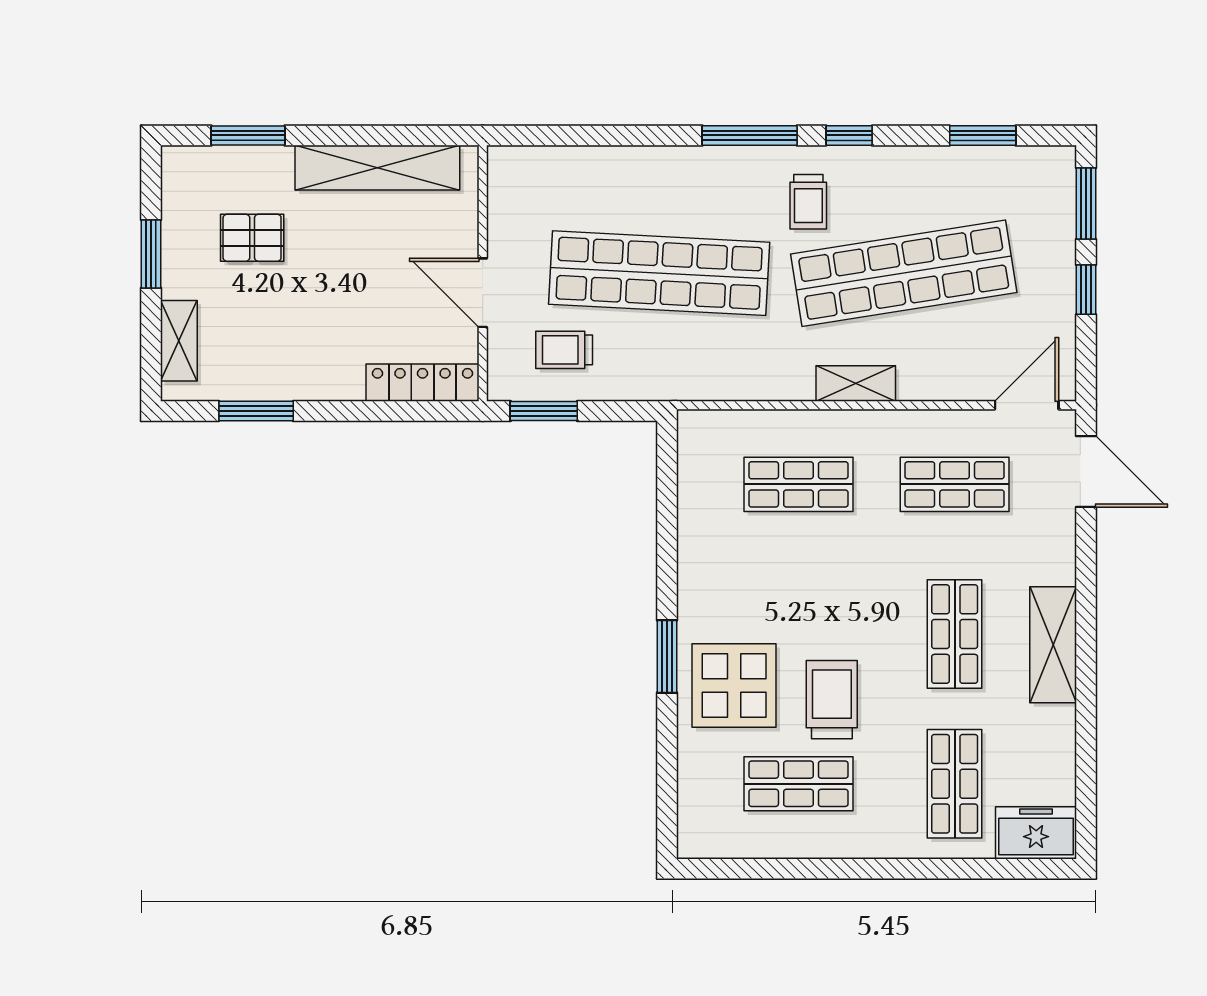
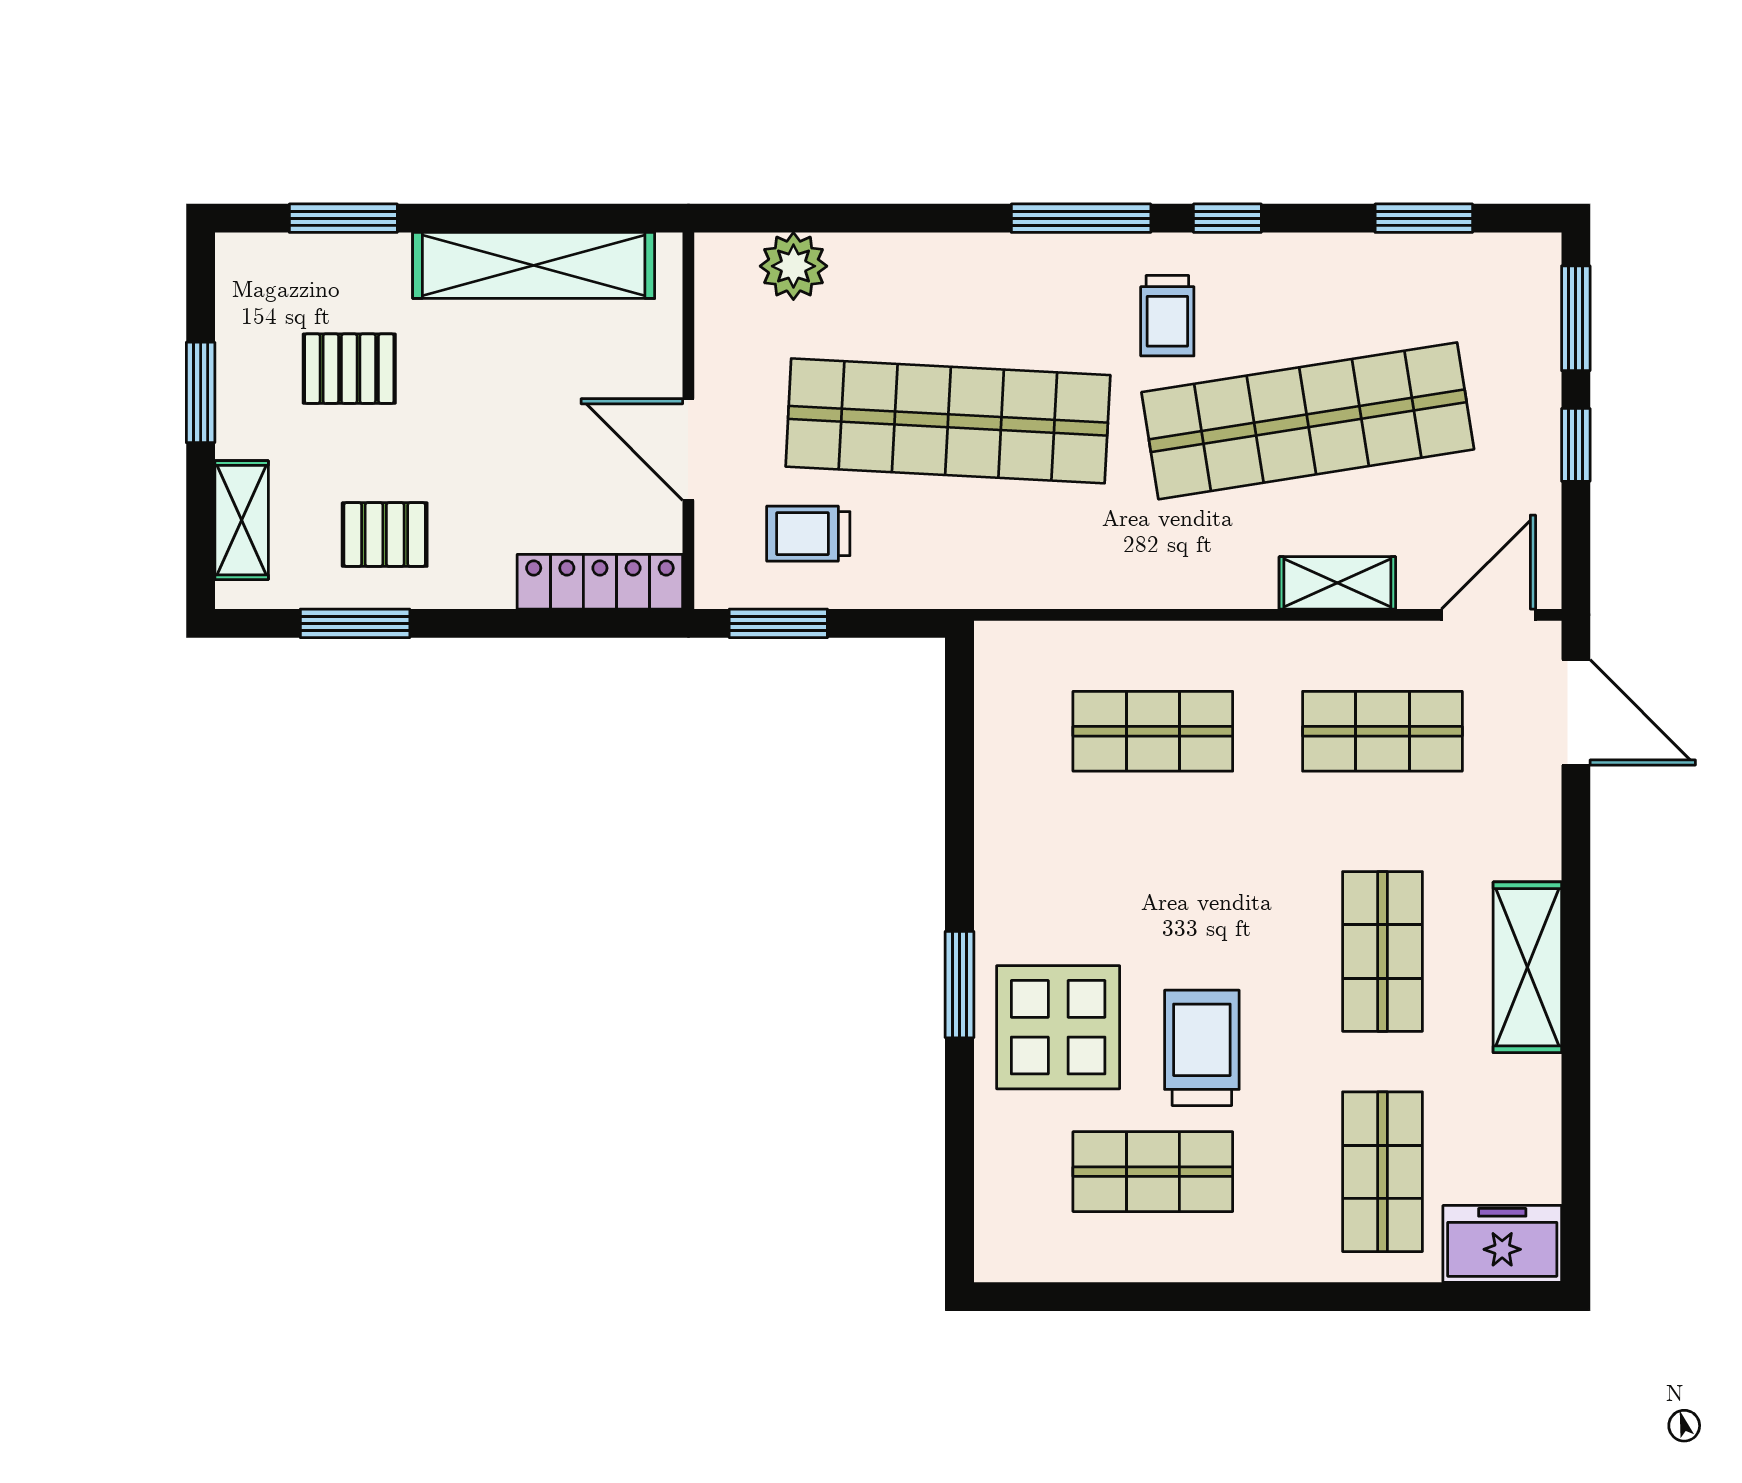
plant: (554, 168) -> (793, 266), added
pallet: (276, 351) -> (385, 535), added
shelving: (856, 383) -> (1337, 583), moved

